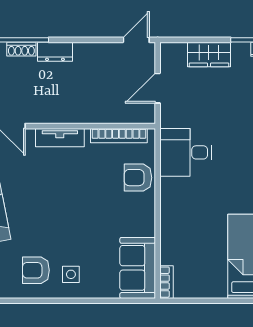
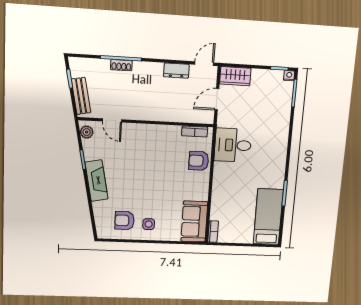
dresser: (55, 52) -> (176, 71), moved
wardrobe: (209, 54) -> (235, 76), moved
bookcase: (119, 136) -> (195, 131), width x0.64
tv unit: (60, 138) -> (146, 130), removed

